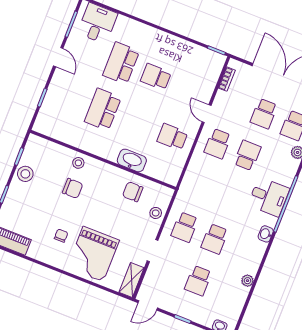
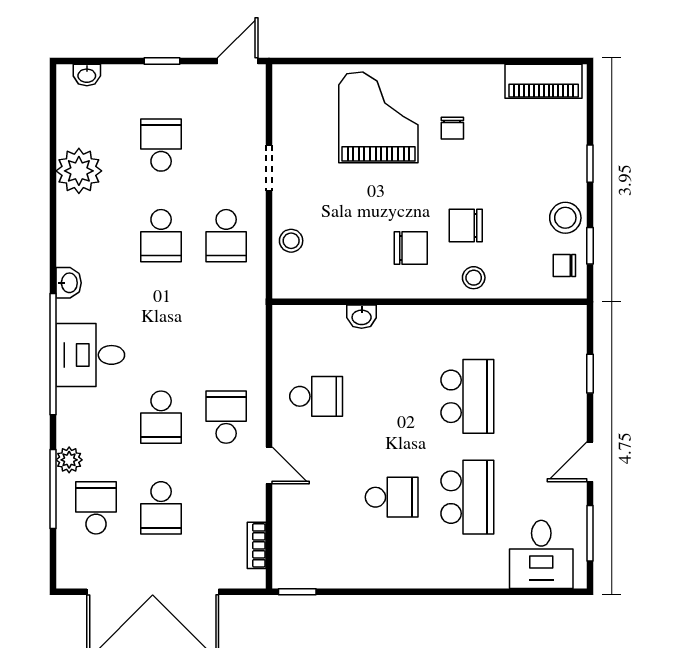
door: (58, 57) -> (590, 462), hinge flipped
school desk: (264, 114) -> (161, 508), turned 180
chair: (34, 152) -> (564, 265), added
washbasin: (132, 160) -> (362, 317), width x0.52, depth x0.69
chair: (133, 192) -> (411, 248), moved
school desk: (185, 227) -> (226, 236), turned 180
school desk: (215, 239) -> (161, 236), turned 180
shelving: (132, 280) -> (287, 97), removed
plant: (247, 281) -> (79, 171), width x1.87, depth x1.87

